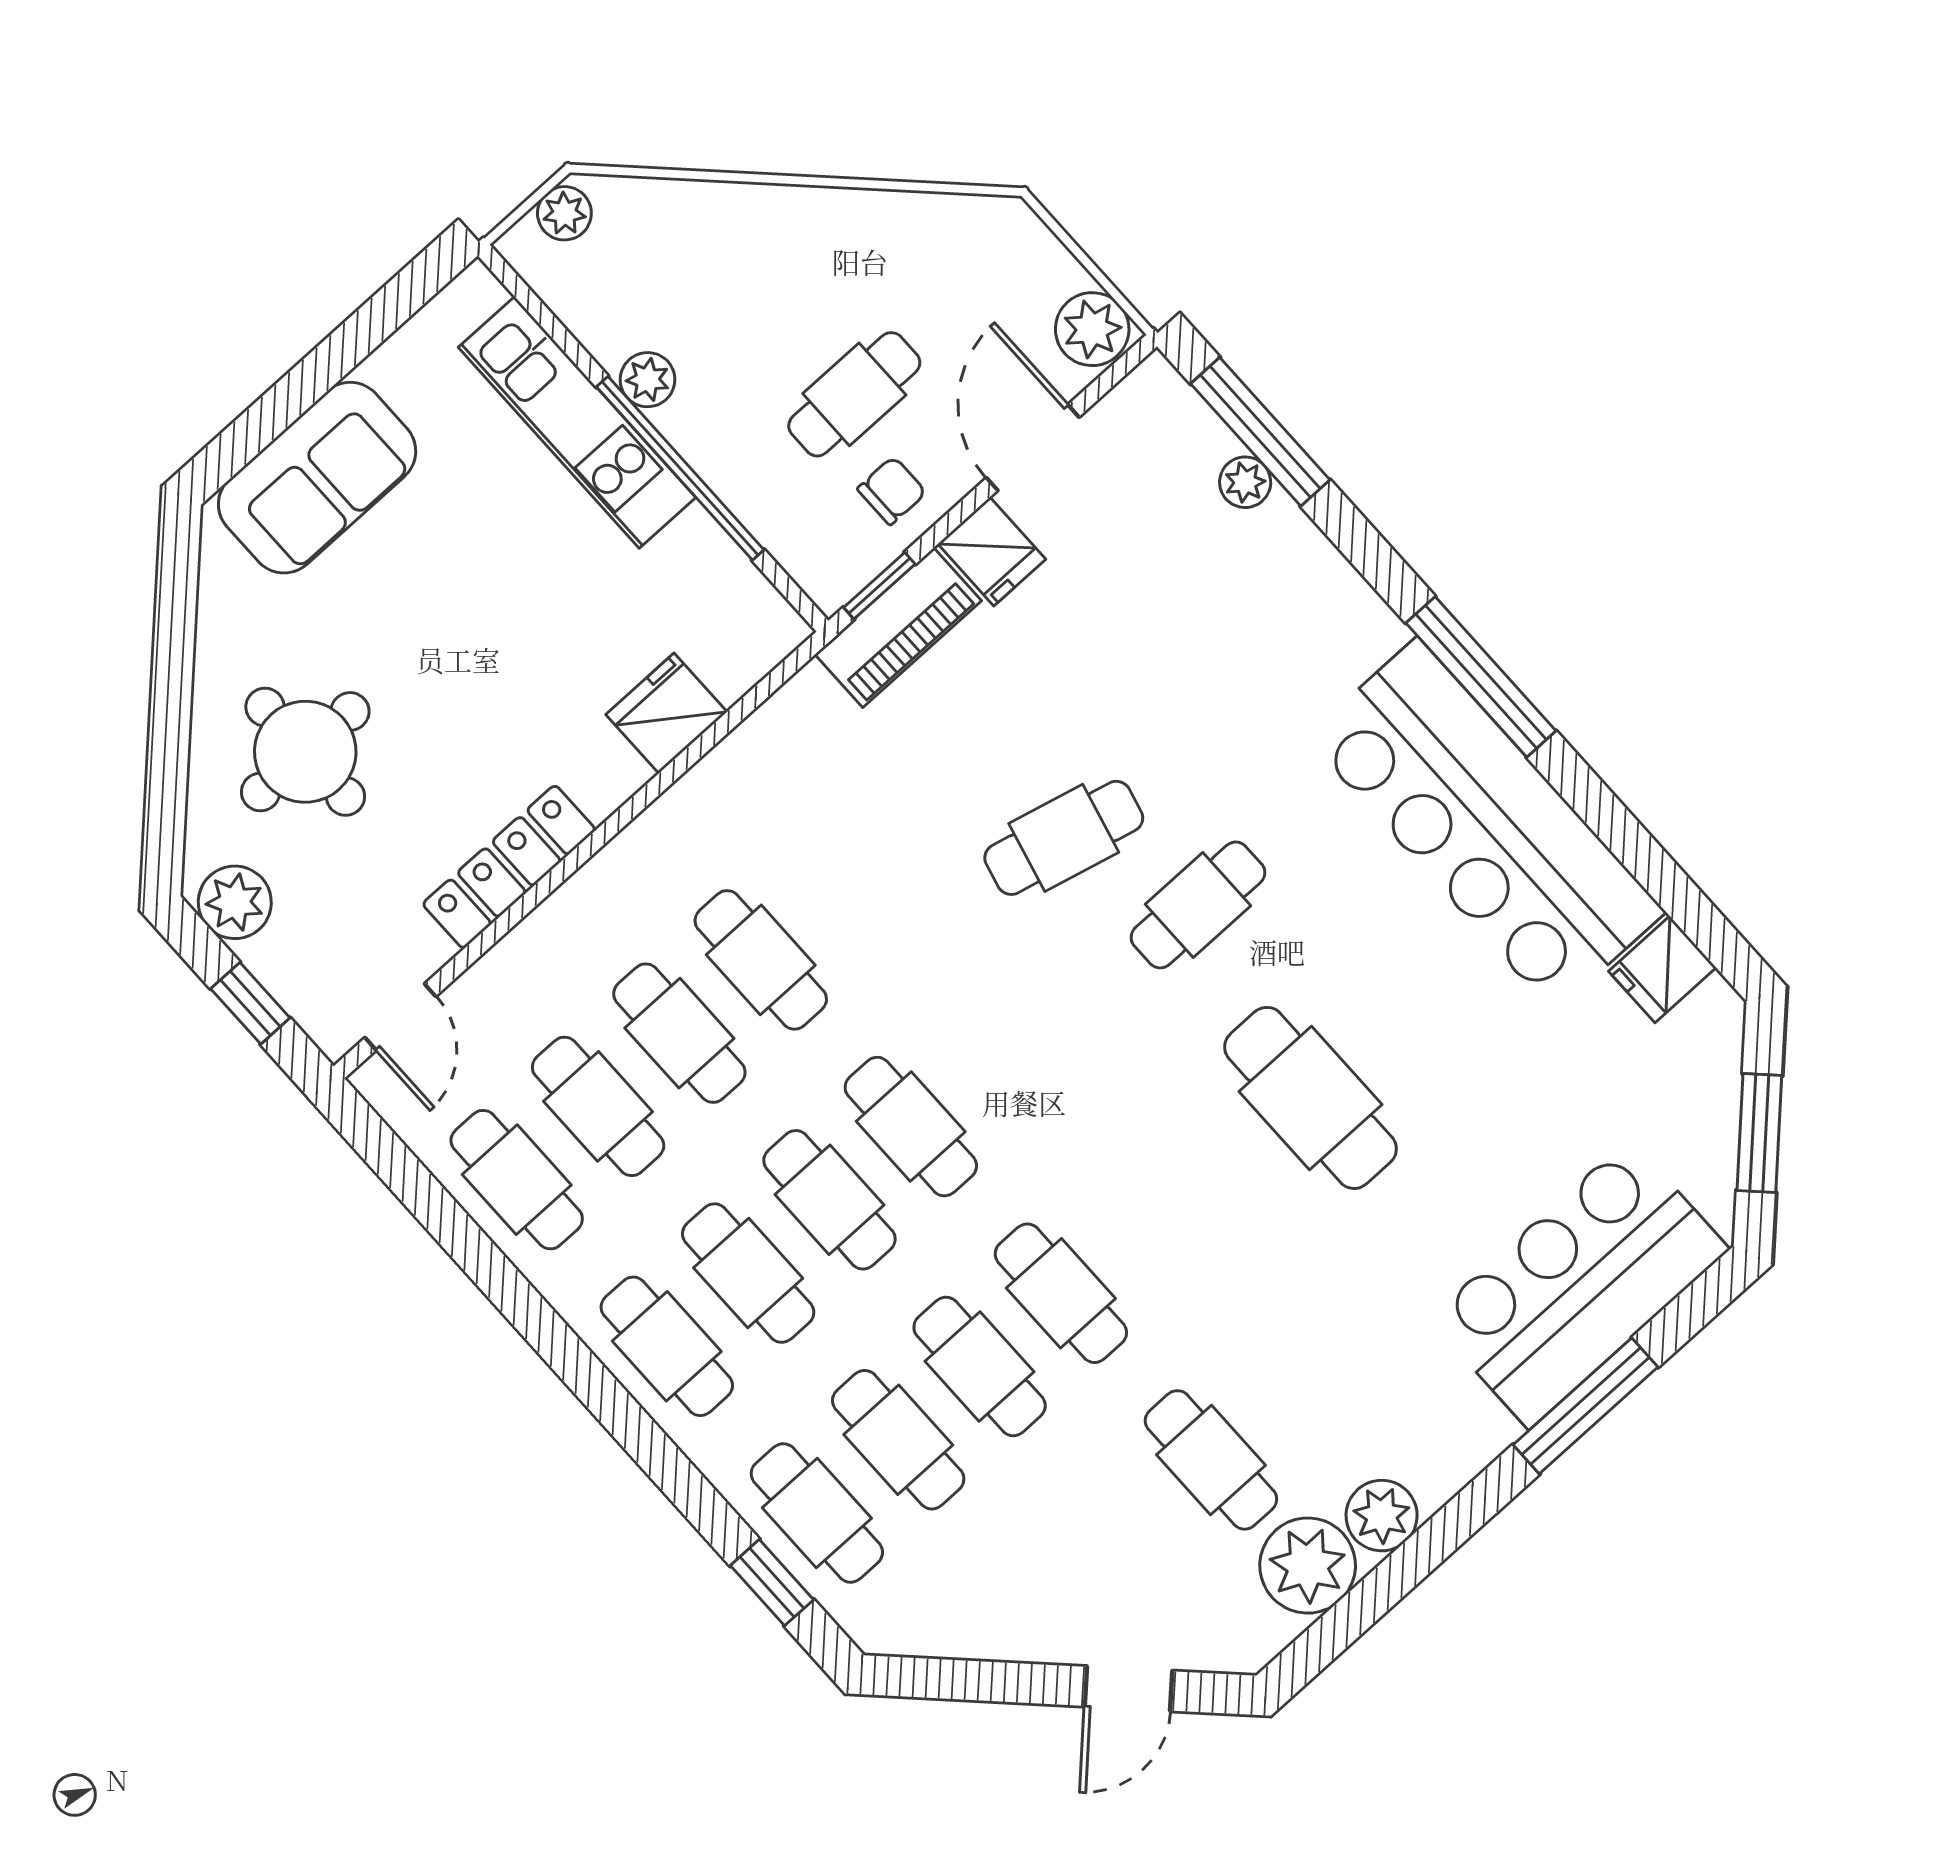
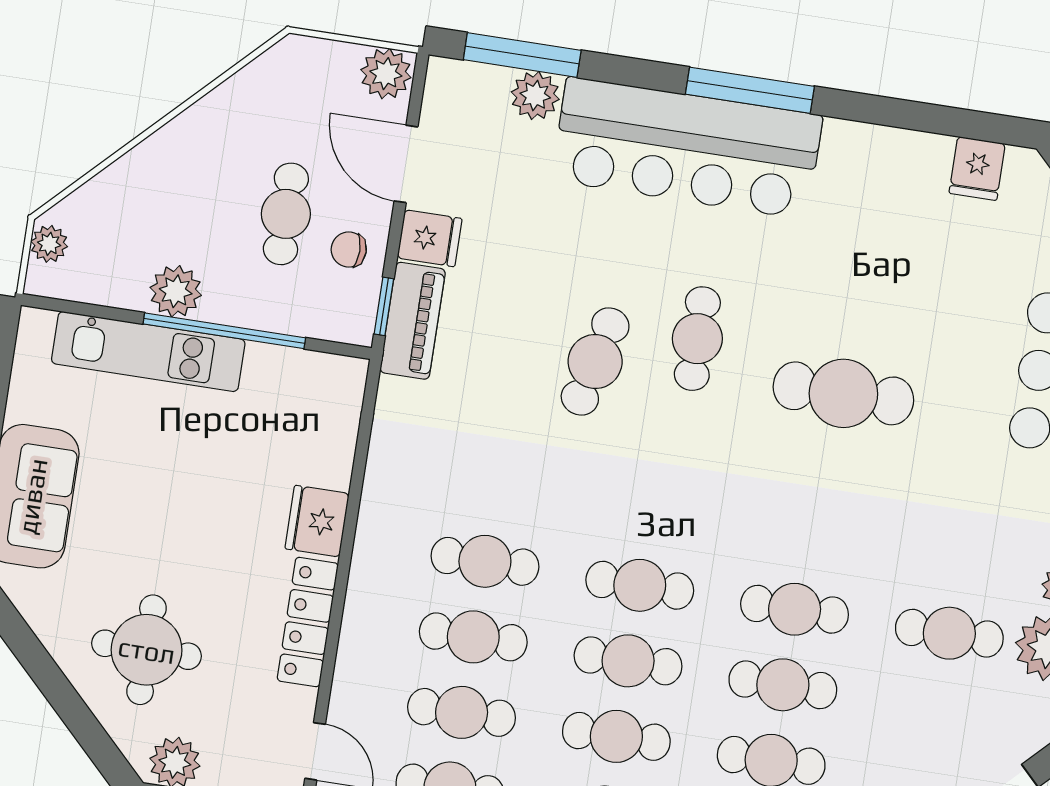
plant: (648, 380) -> (176, 291), width x1.38, depth x1.38
plant: (1245, 482) -> (535, 96), width x1.38, depth x1.38
chair: (892, 491) -> (349, 249), turned -90
fridge: (666, 713) -> (317, 521), moved
bar counter: (1486, 825) -> (687, 148), moved

